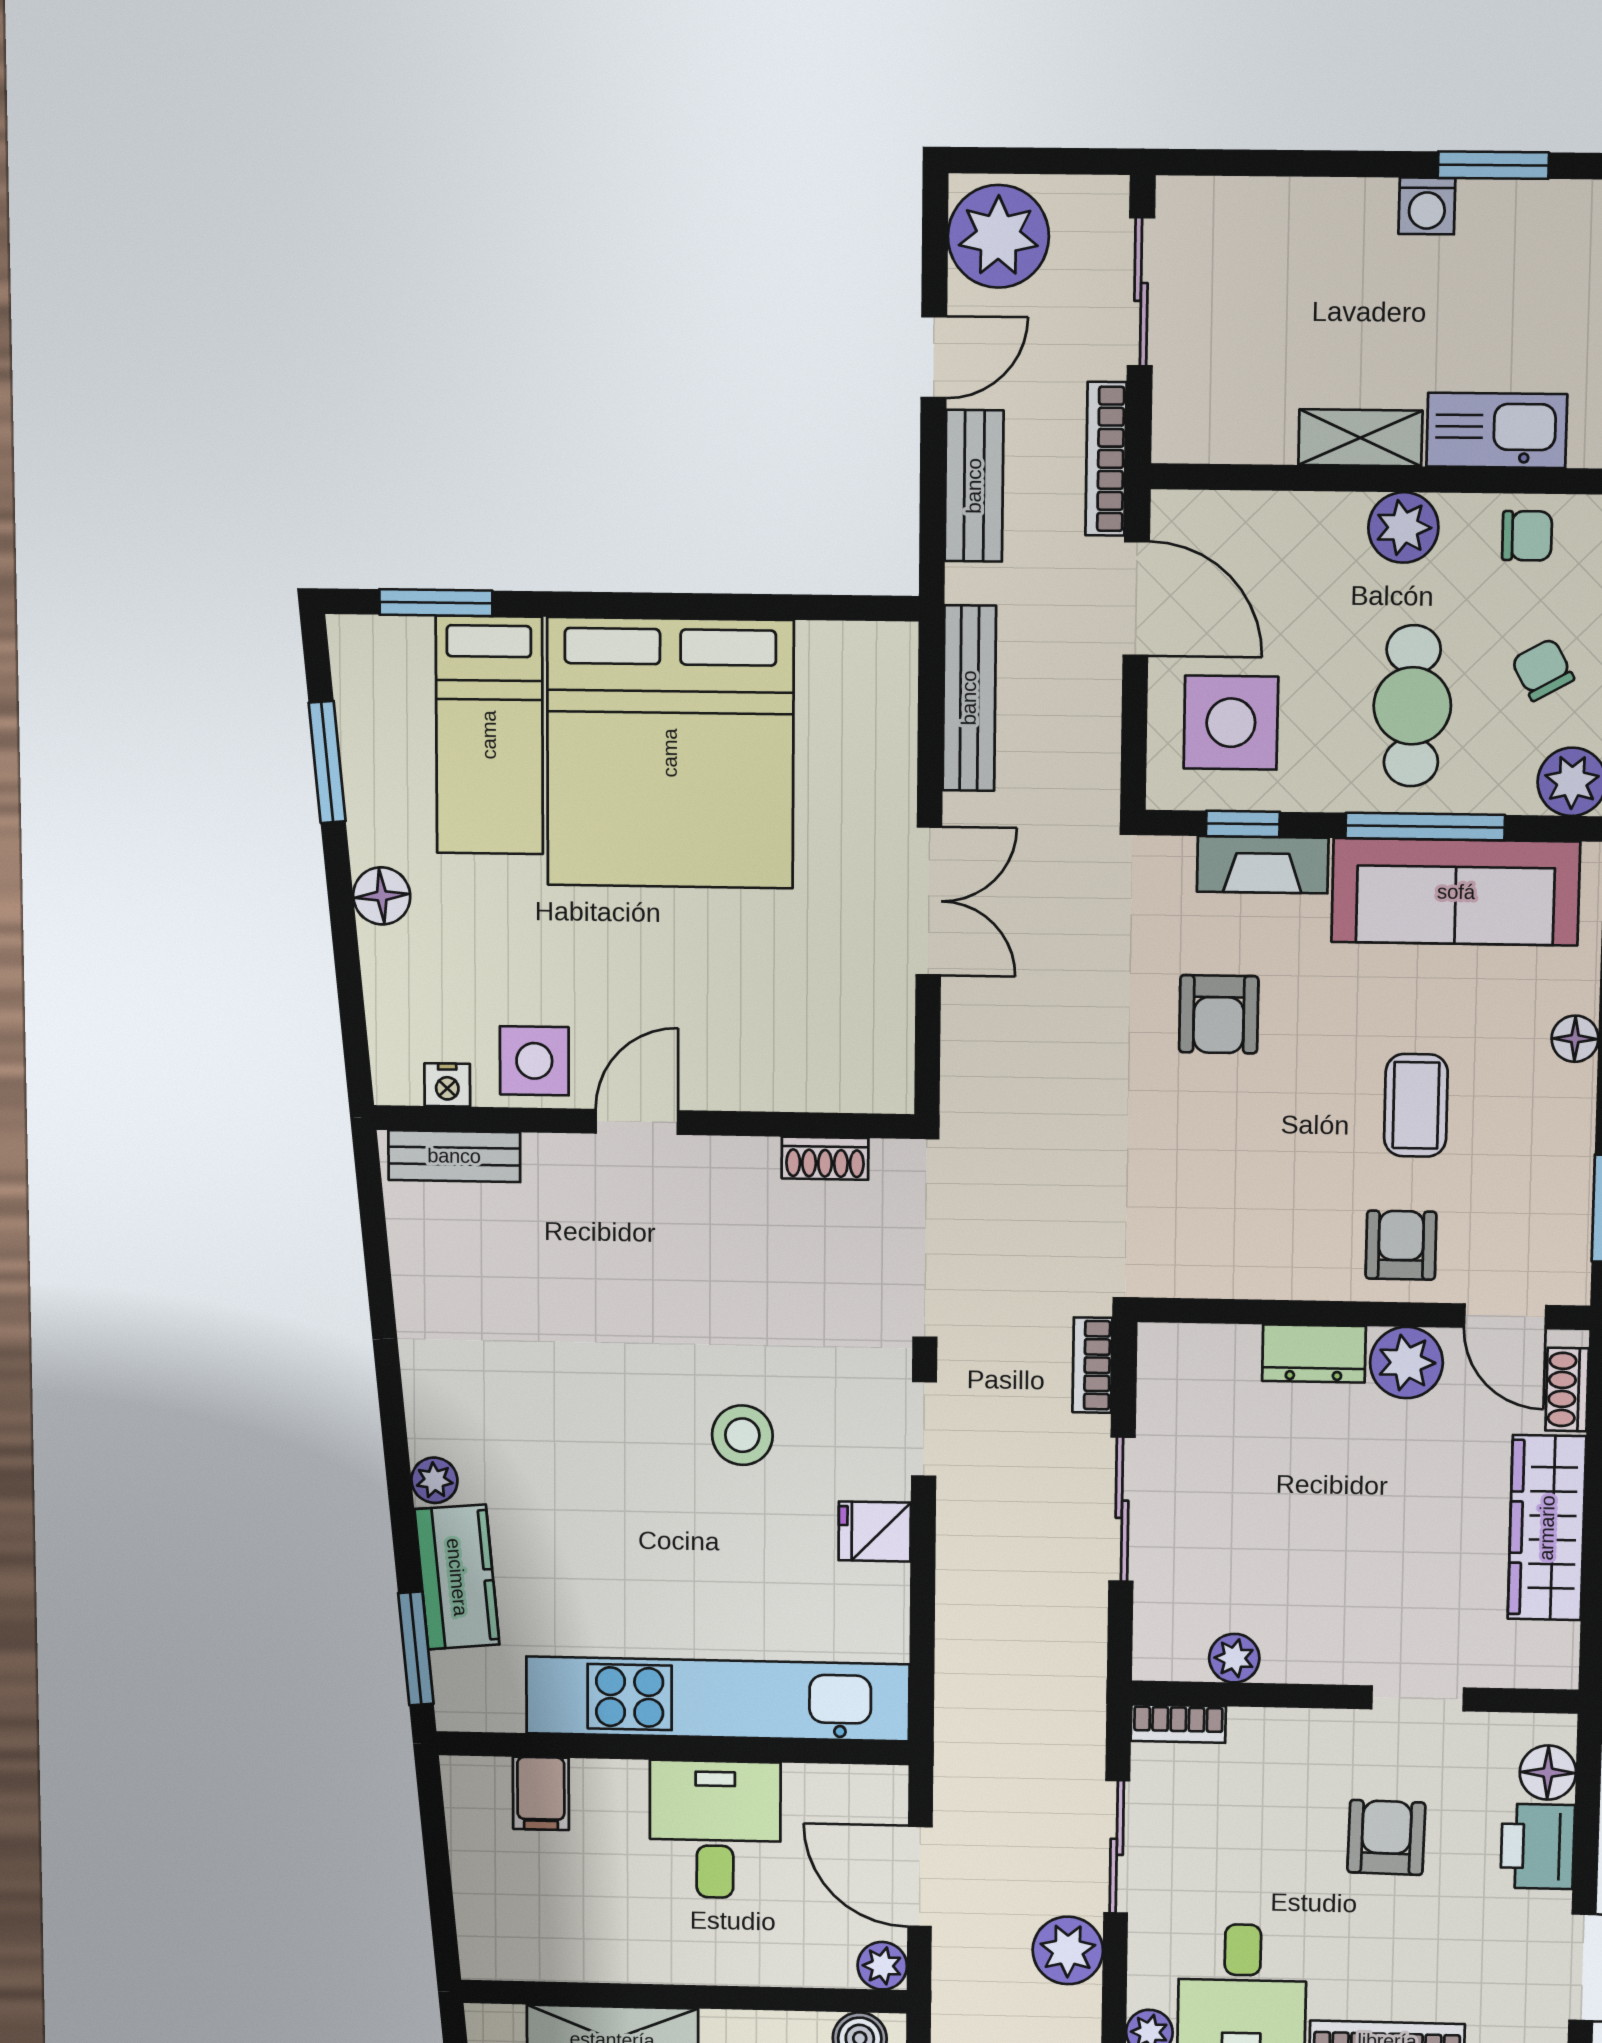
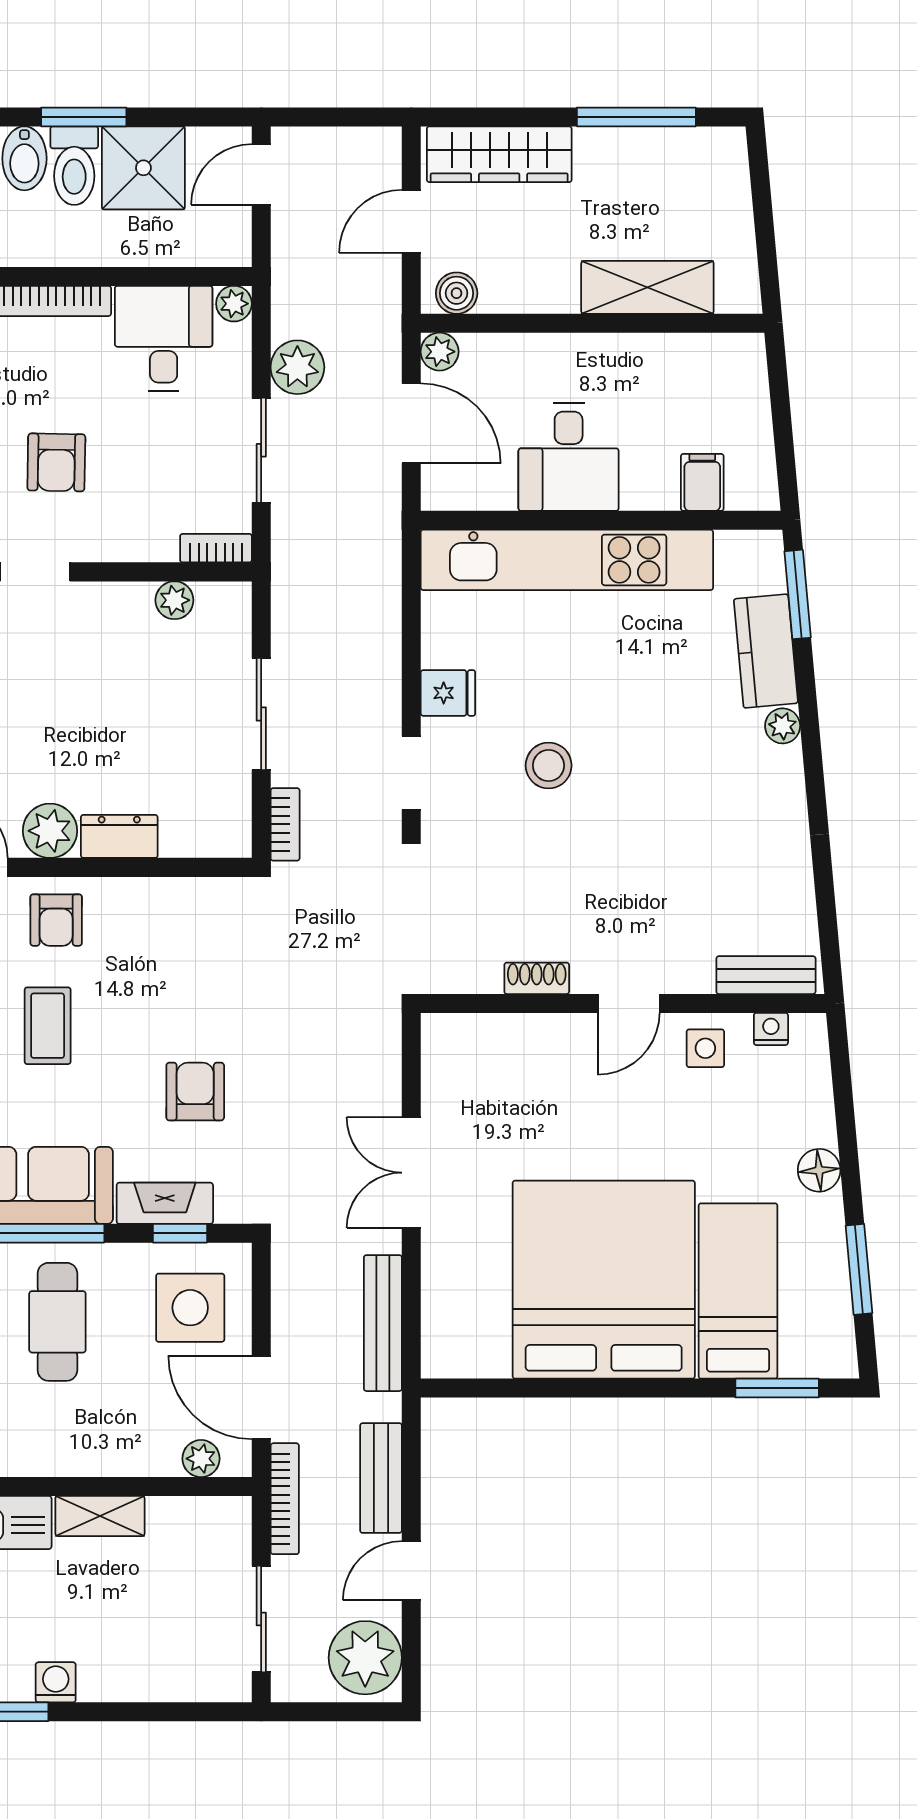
plant: (1403, 528) -> (201, 1459), moved, width x0.73, depth x0.73
side table: (534, 1061) -> (705, 1048), width x0.73, depth x0.73
shoe rack: (825, 1158) -> (537, 978), moved

